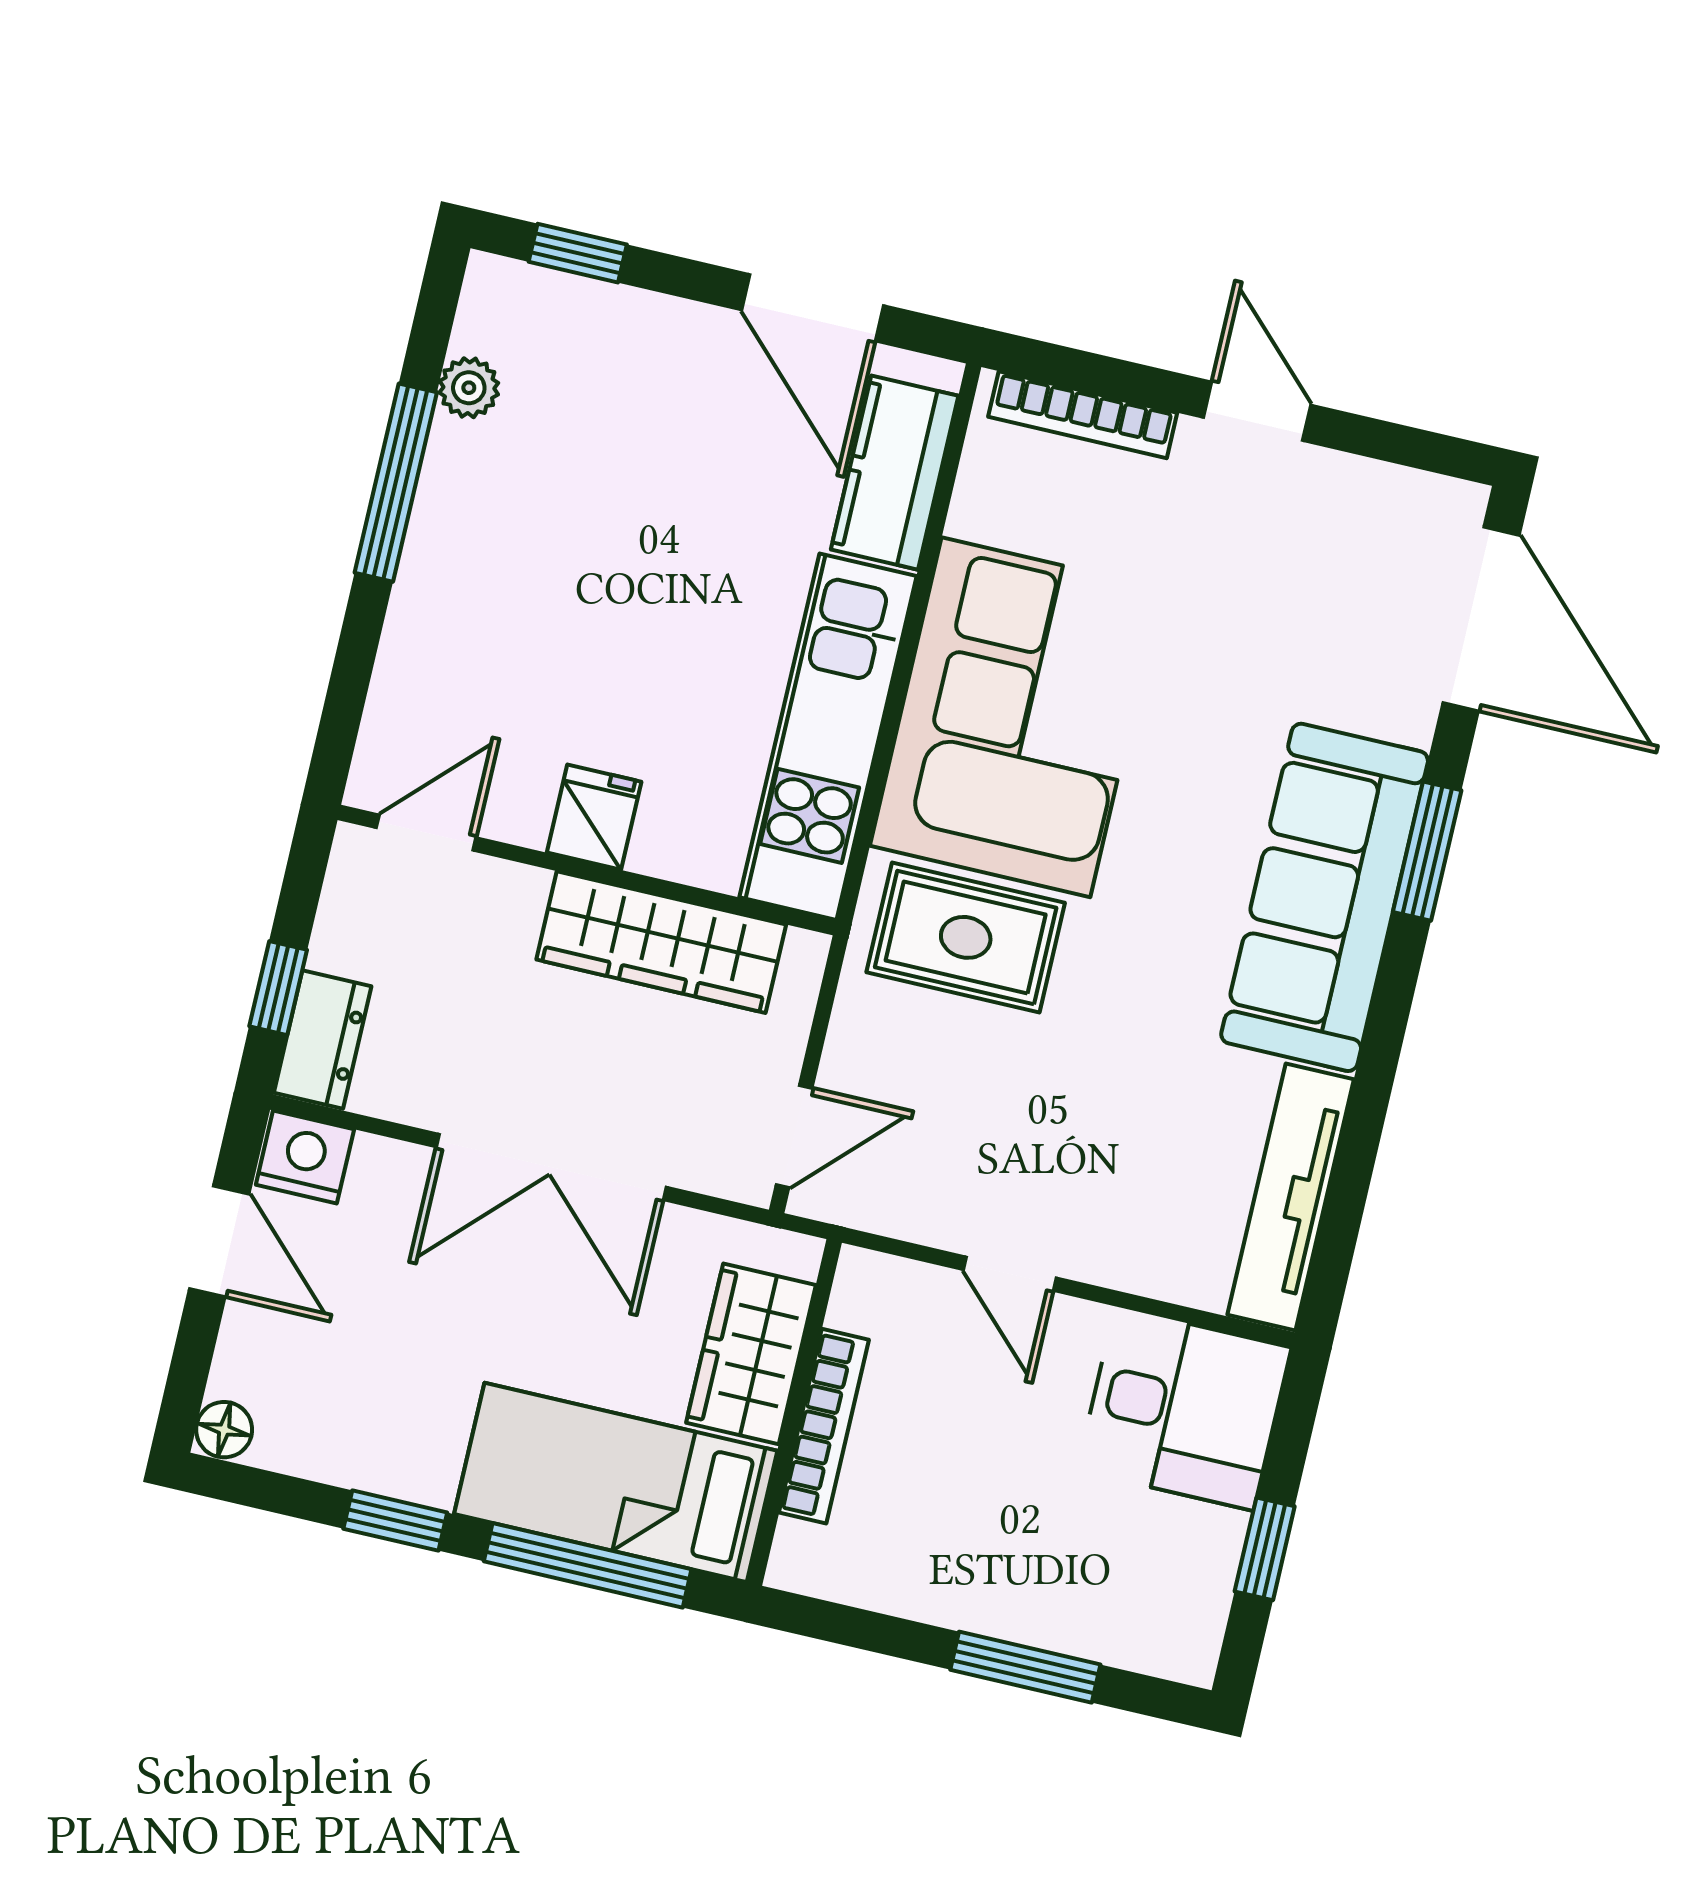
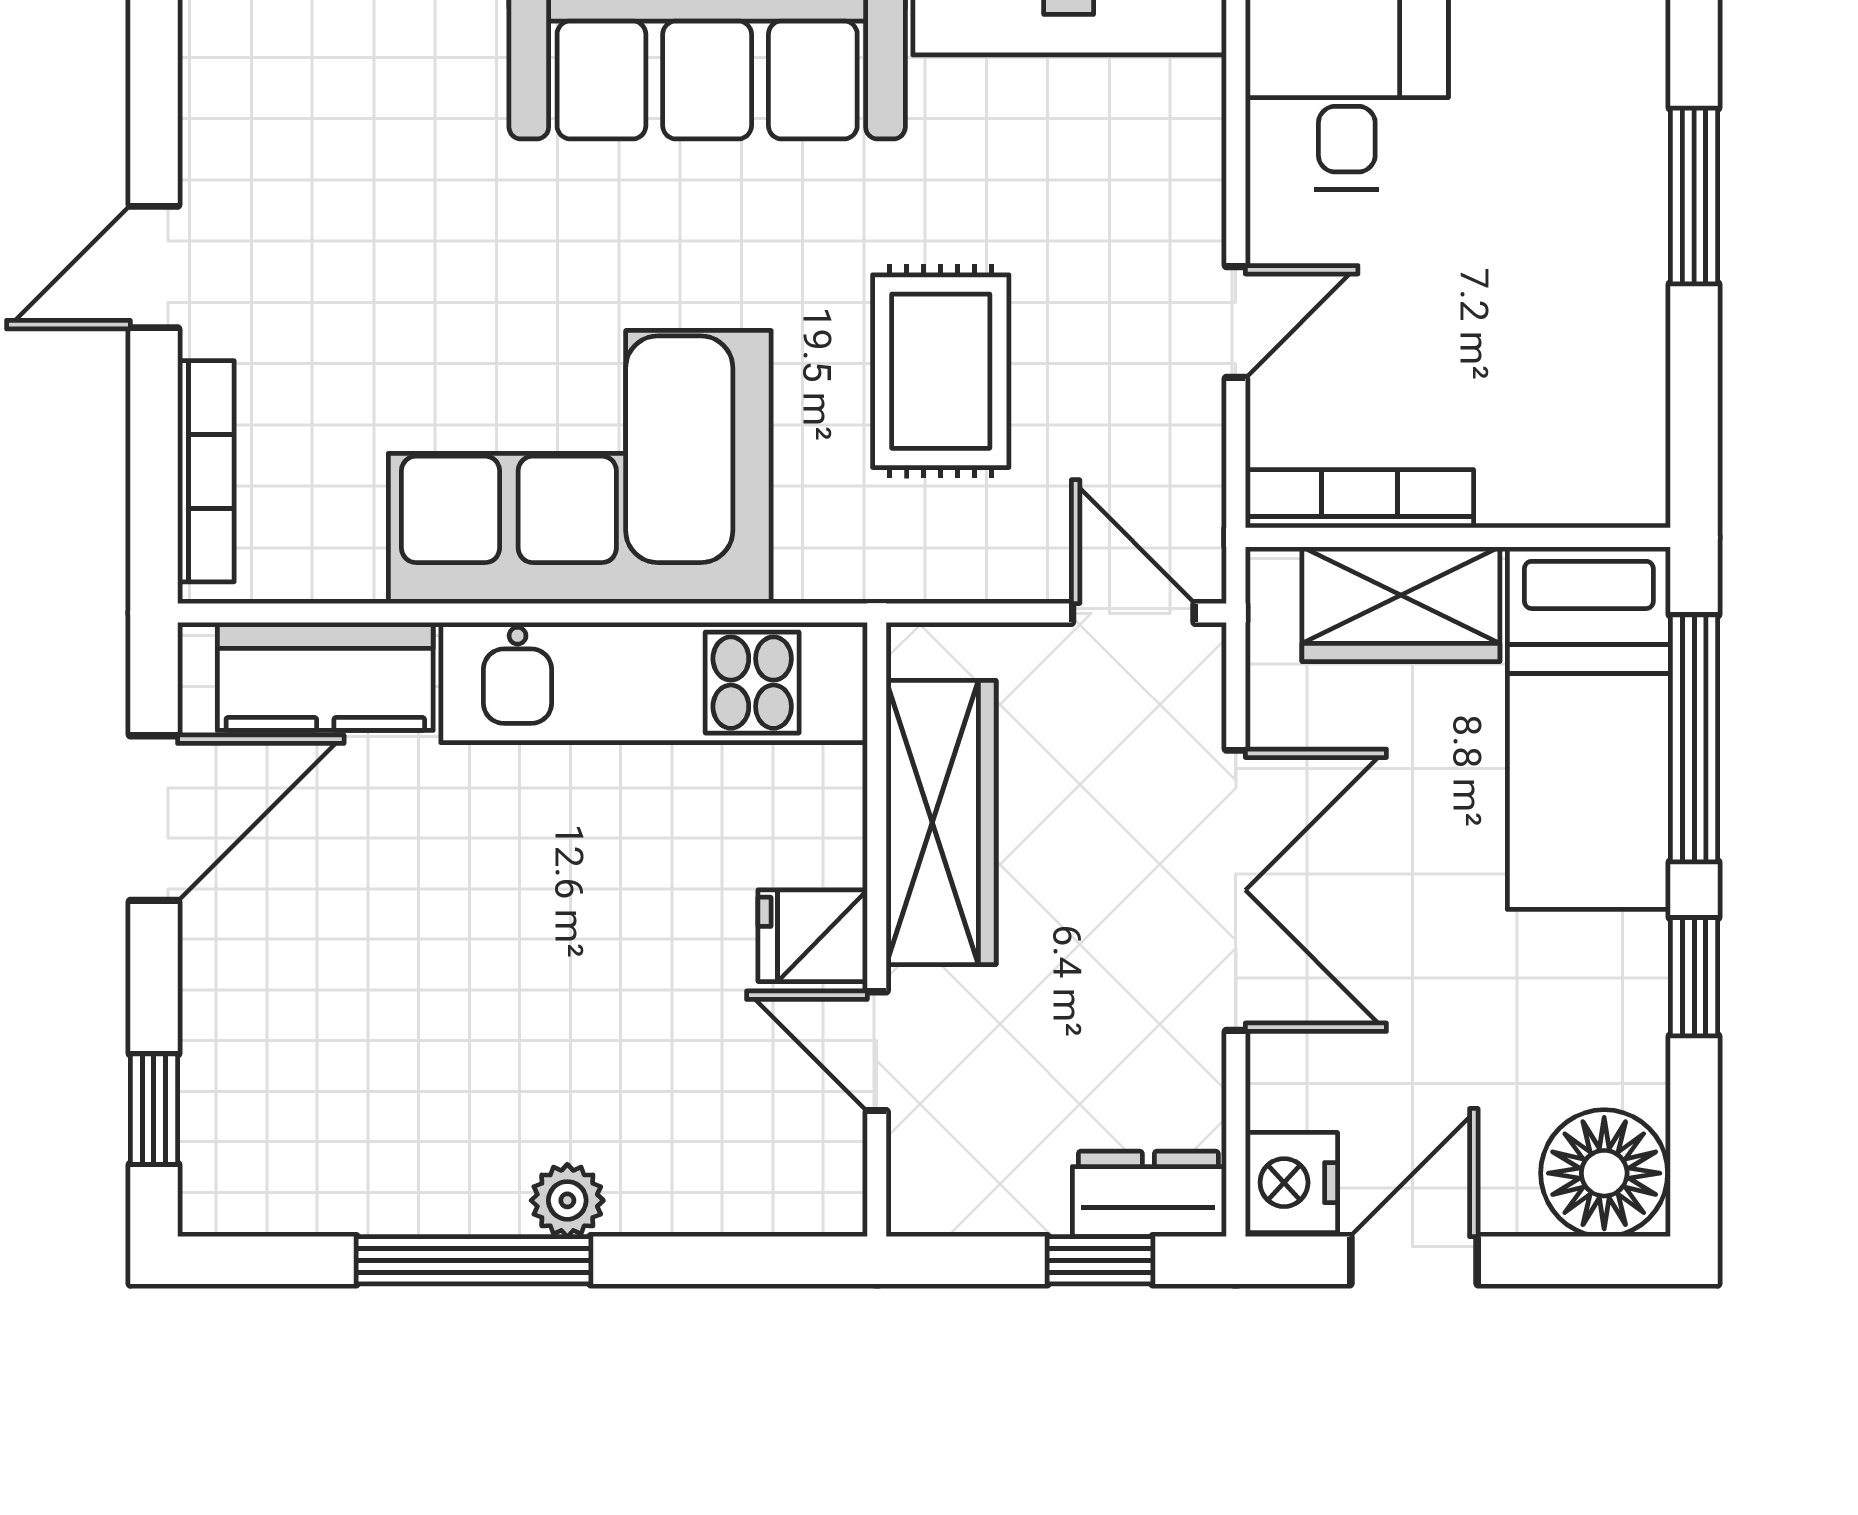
plant: (469, 388) -> (567, 1200), moved
door: (426, 833) -> (877, 1051), moved
rug: (966, 937) -> (941, 371), moved
bookcase: (824, 1426) -> (1359, 499), moved
floor lamp: (224, 1430) -> (1604, 1173), width x1.89, depth x1.89

